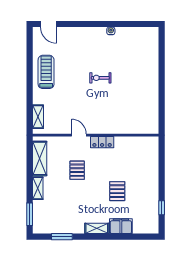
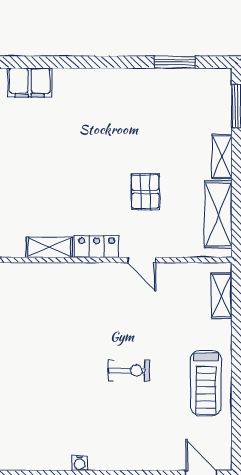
exercise bike: (100, 78) -> (129, 371), moved
pallet: (117, 191) -> (67, 151), removed
filing cabinet: (121, 226) -> (30, 83), moved
shelving: (97, 228) -> (49, 247), moved

